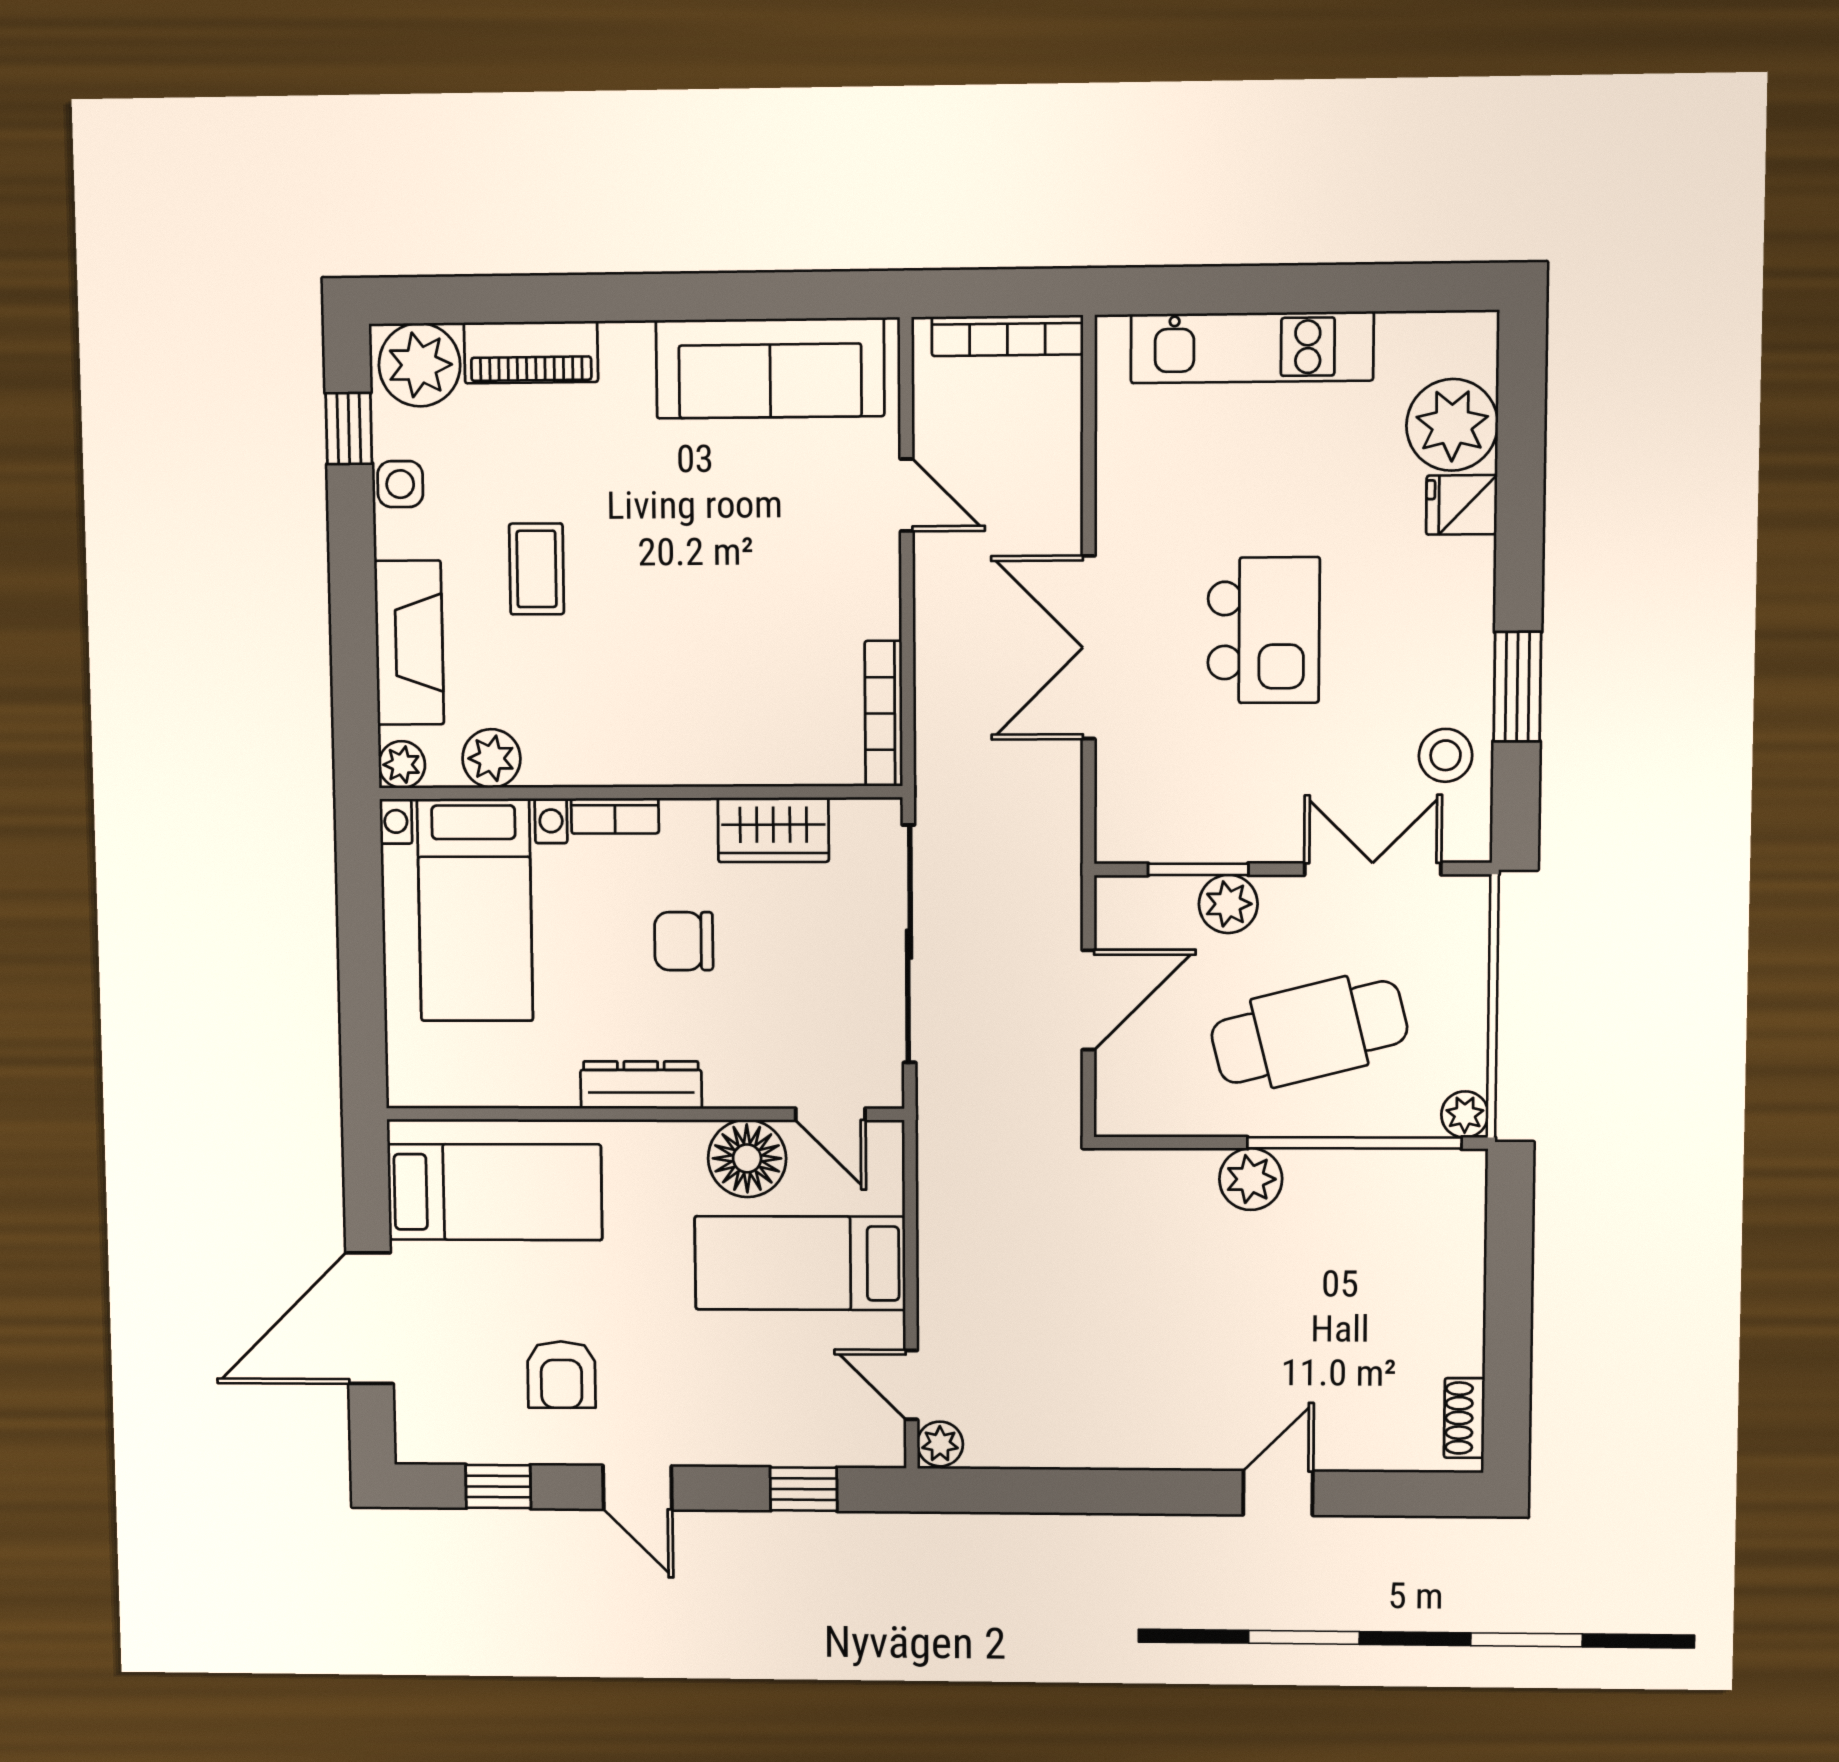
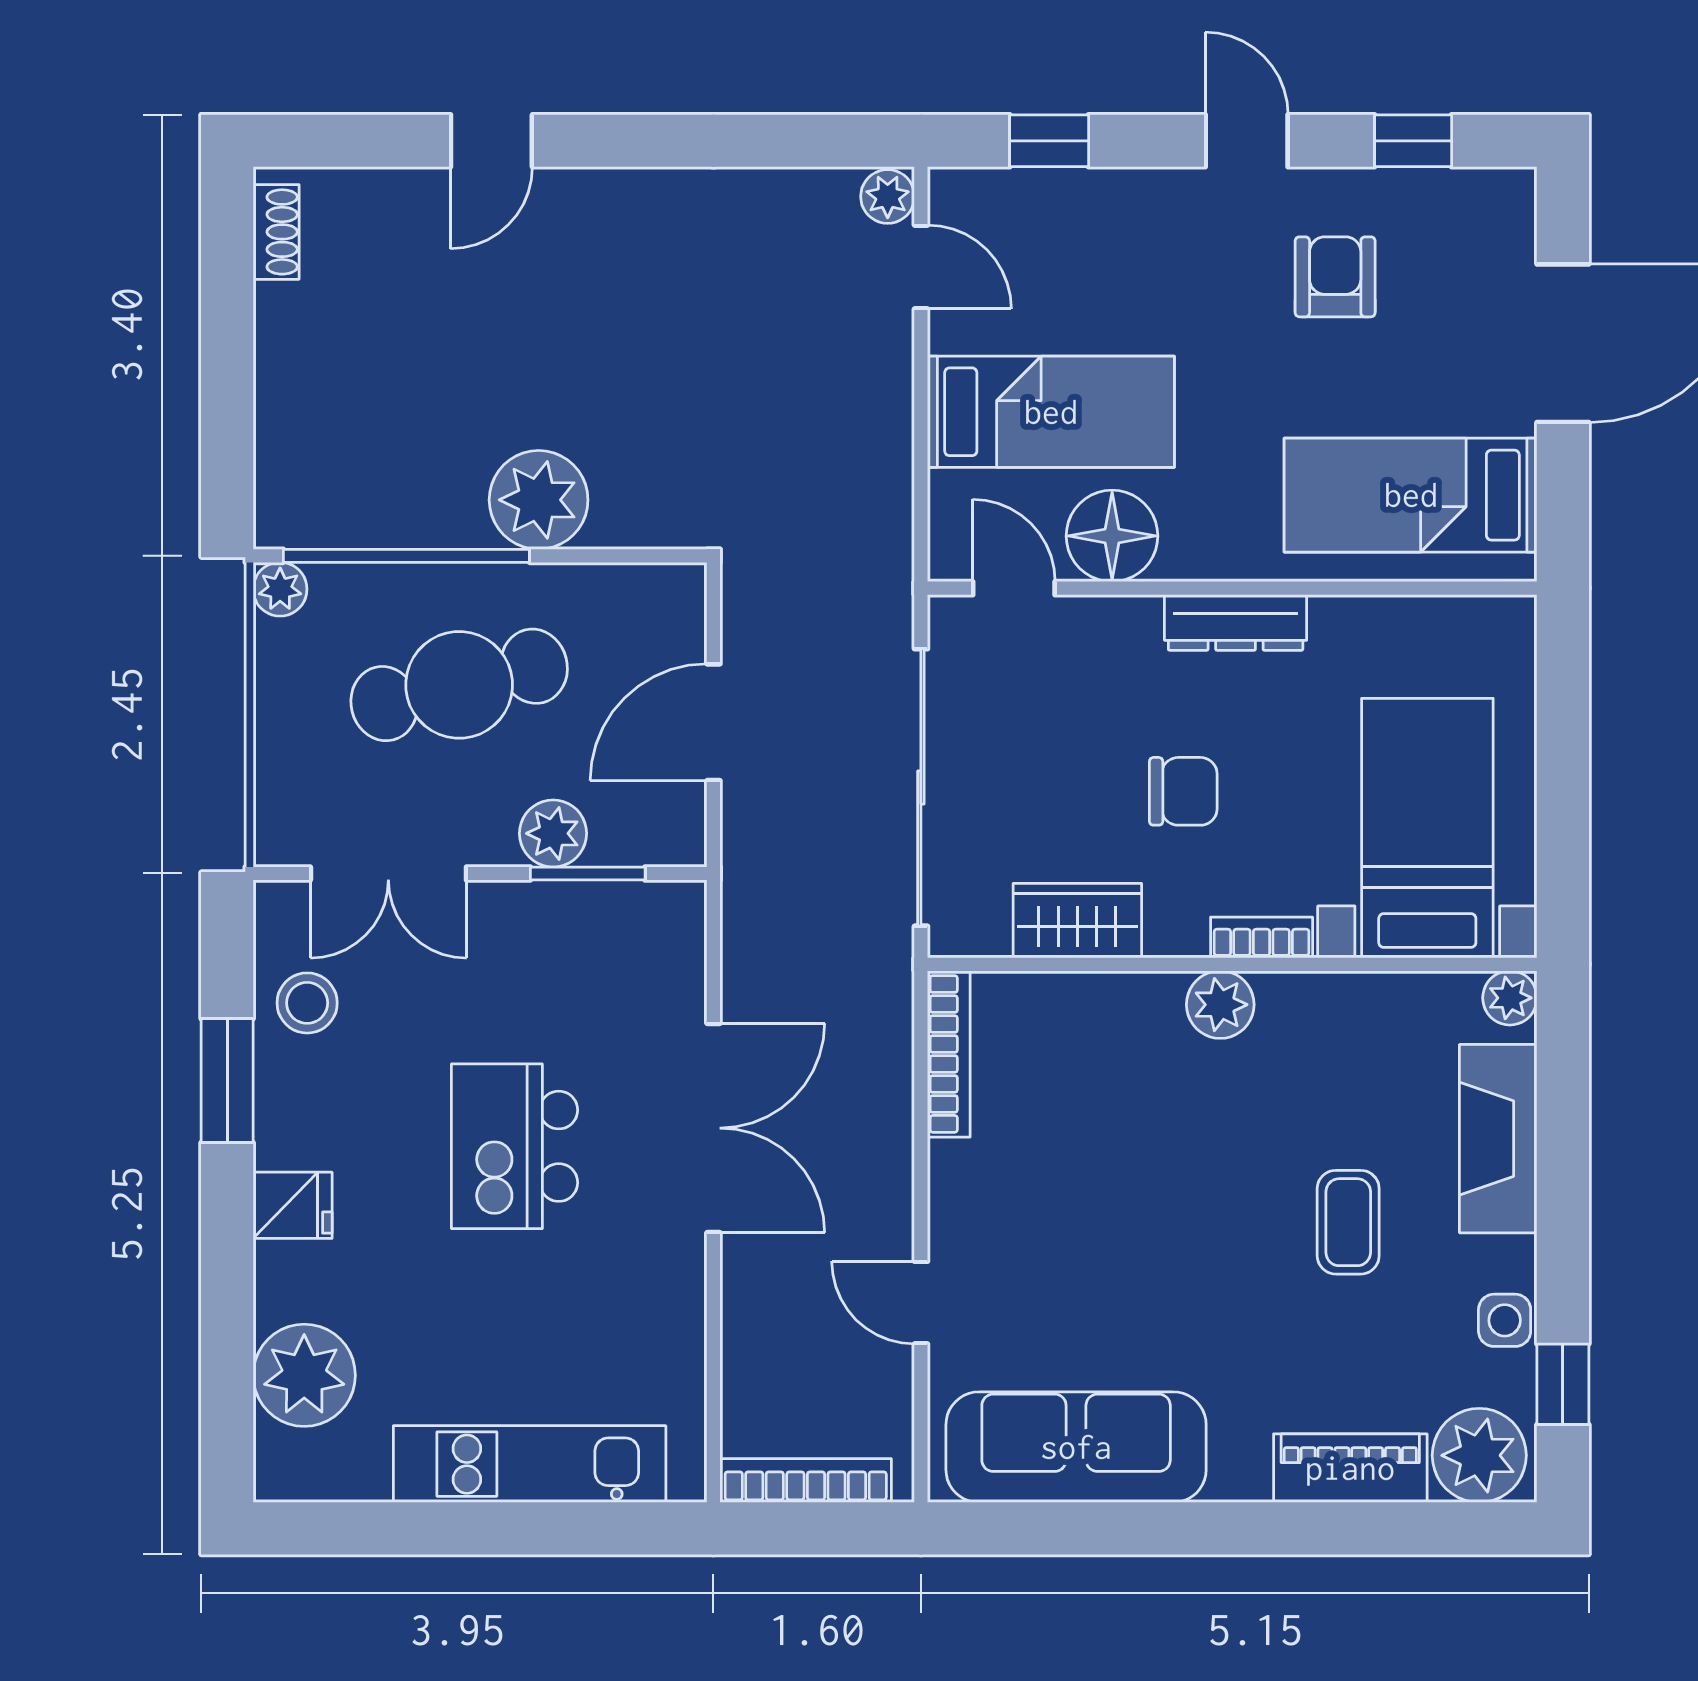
fridge: (1462, 505) -> (293, 1205), moved
plant: (491, 758) -> (1220, 1005), moved
plant: (1251, 1179) -> (539, 500), width x1.36, depth x1.36

